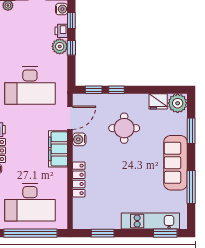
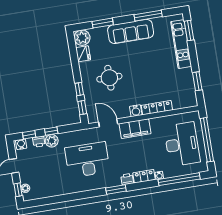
desk: (30, 86) -> (87, 160), turned -90
water cooler: (79, 139) -> (136, 111), moved

